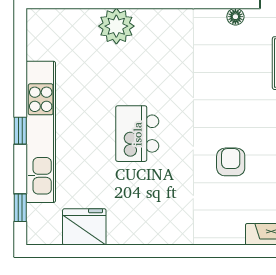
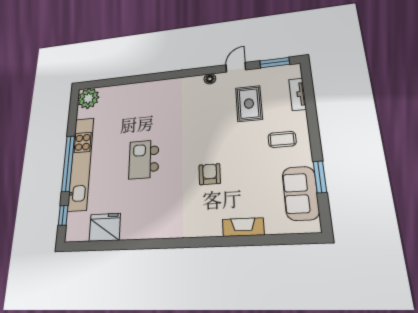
plant: (116, 26) -> (88, 98), moved
window: (20, 131) -> (68, 163), width x3.17

